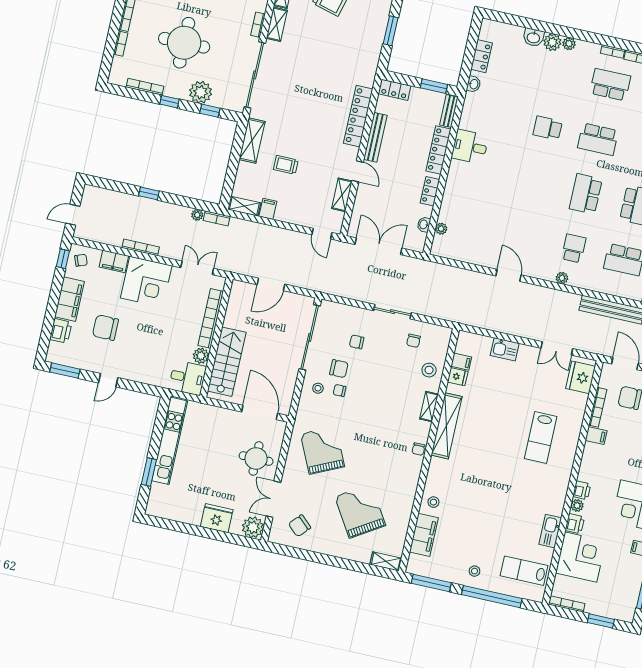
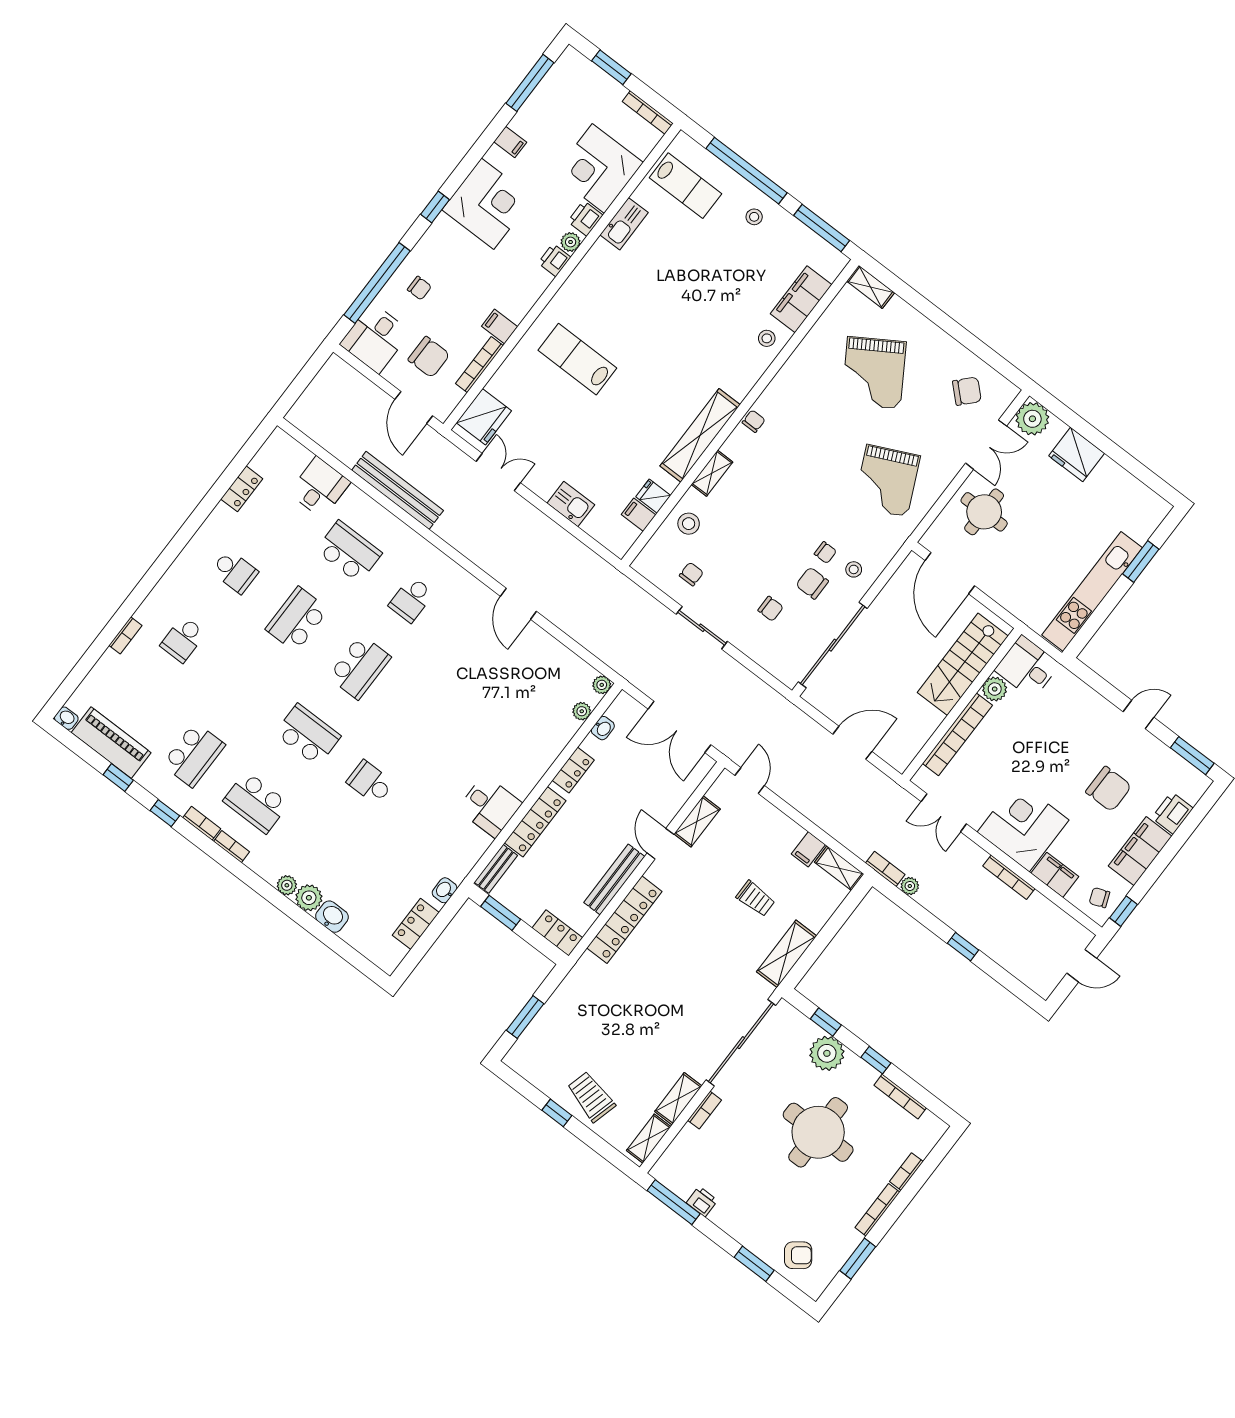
school desk: (548, 128) -> (370, 782), turned 180
plant: (562, 278) -> (602, 685), moved
lab bench: (541, 438) -> (577, 359), turned -90

